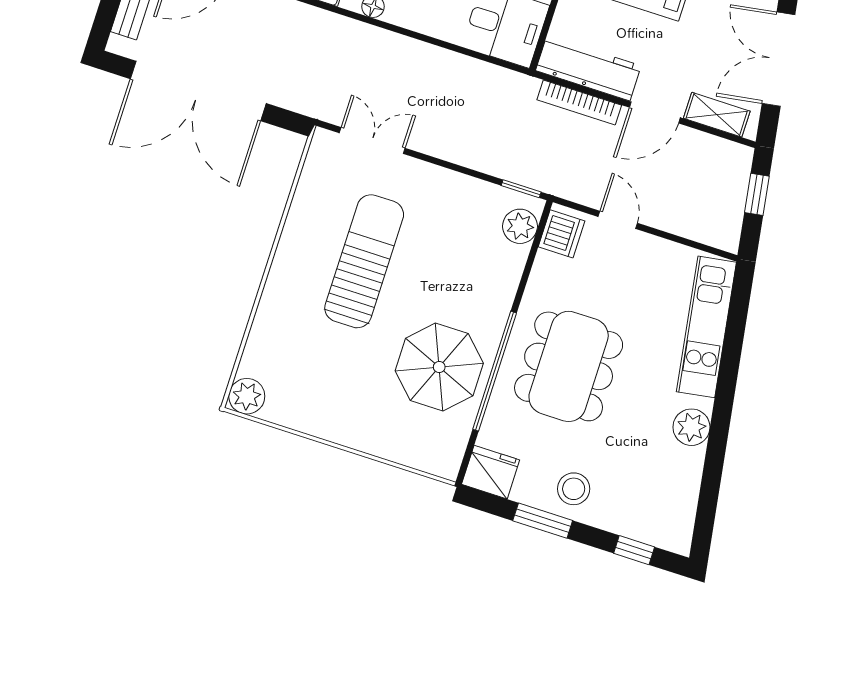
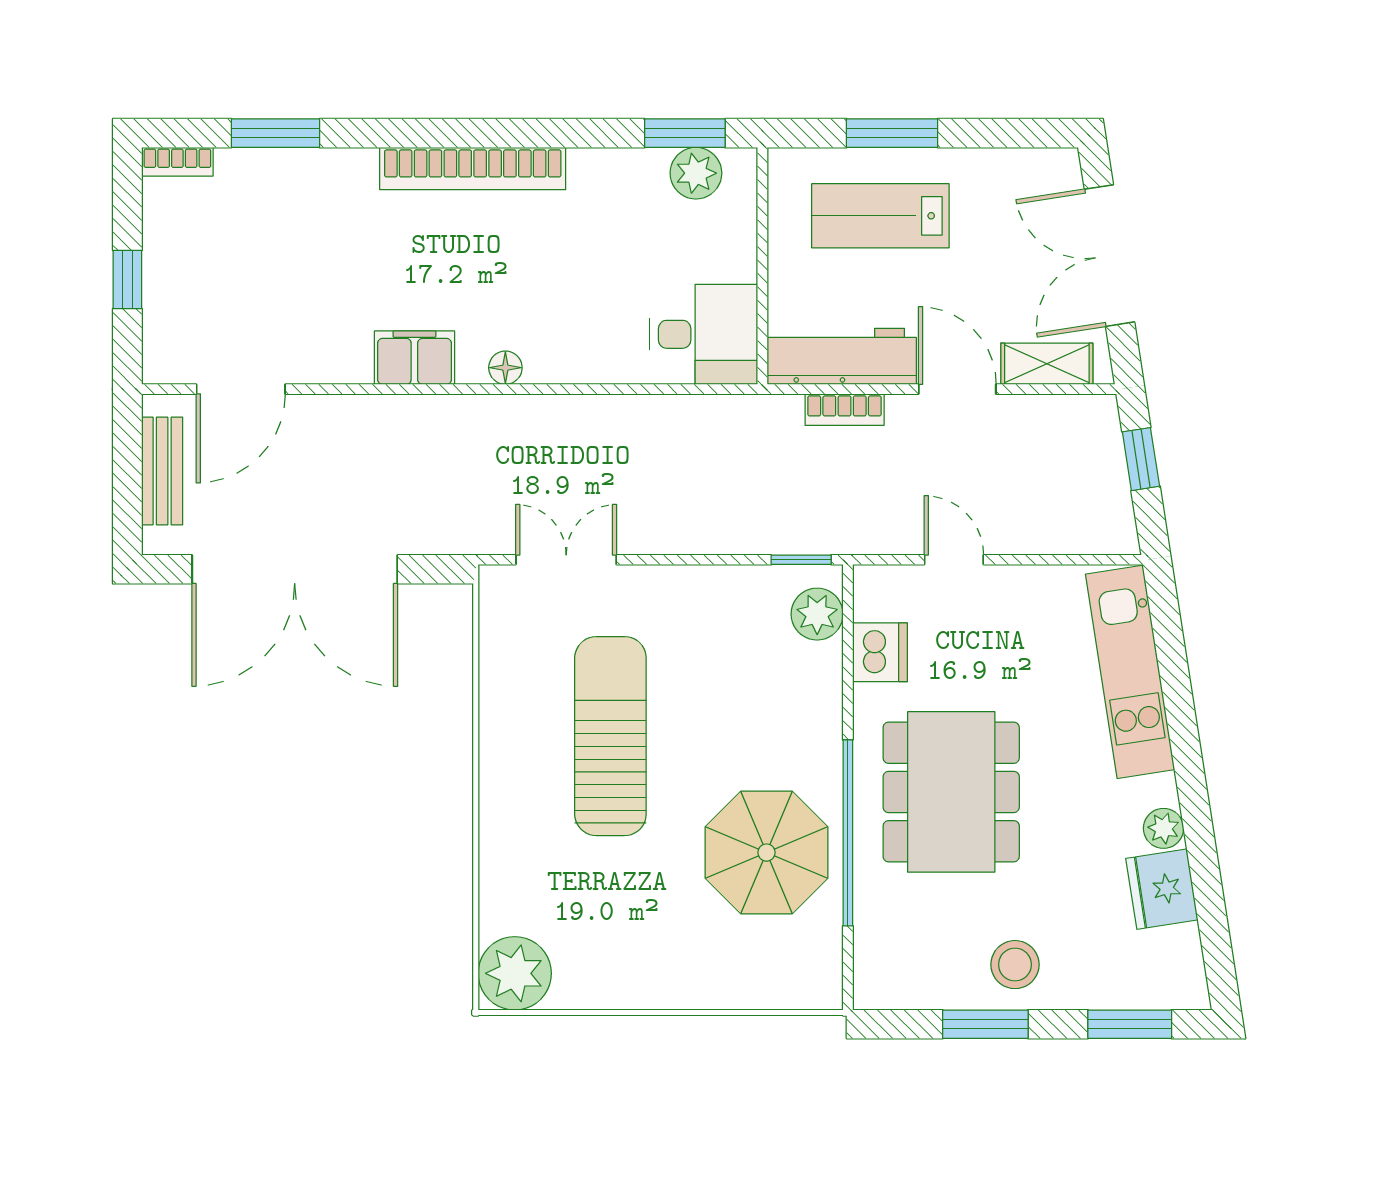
bookcase: (579, 102) -> (845, 410), width x0.64
door: (655, 113) -> (957, 389), swing flipped
dishwasher: (562, 234) -> (880, 652), moved
plant: (247, 396) -> (515, 973), width x1.36, depth x1.36
plant: (691, 427) -> (1164, 828), width x0.73, depth x0.73
fridge: (491, 472) -> (1162, 889), moved, turned -99
window: (634, 550) -> (1130, 1024), width x1.50

